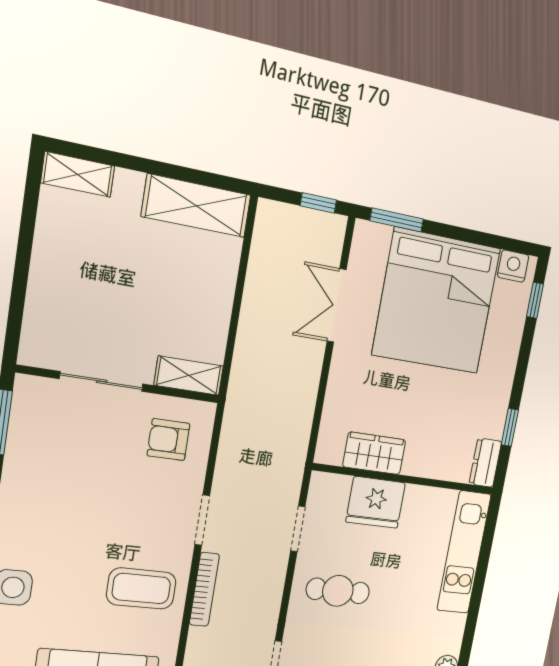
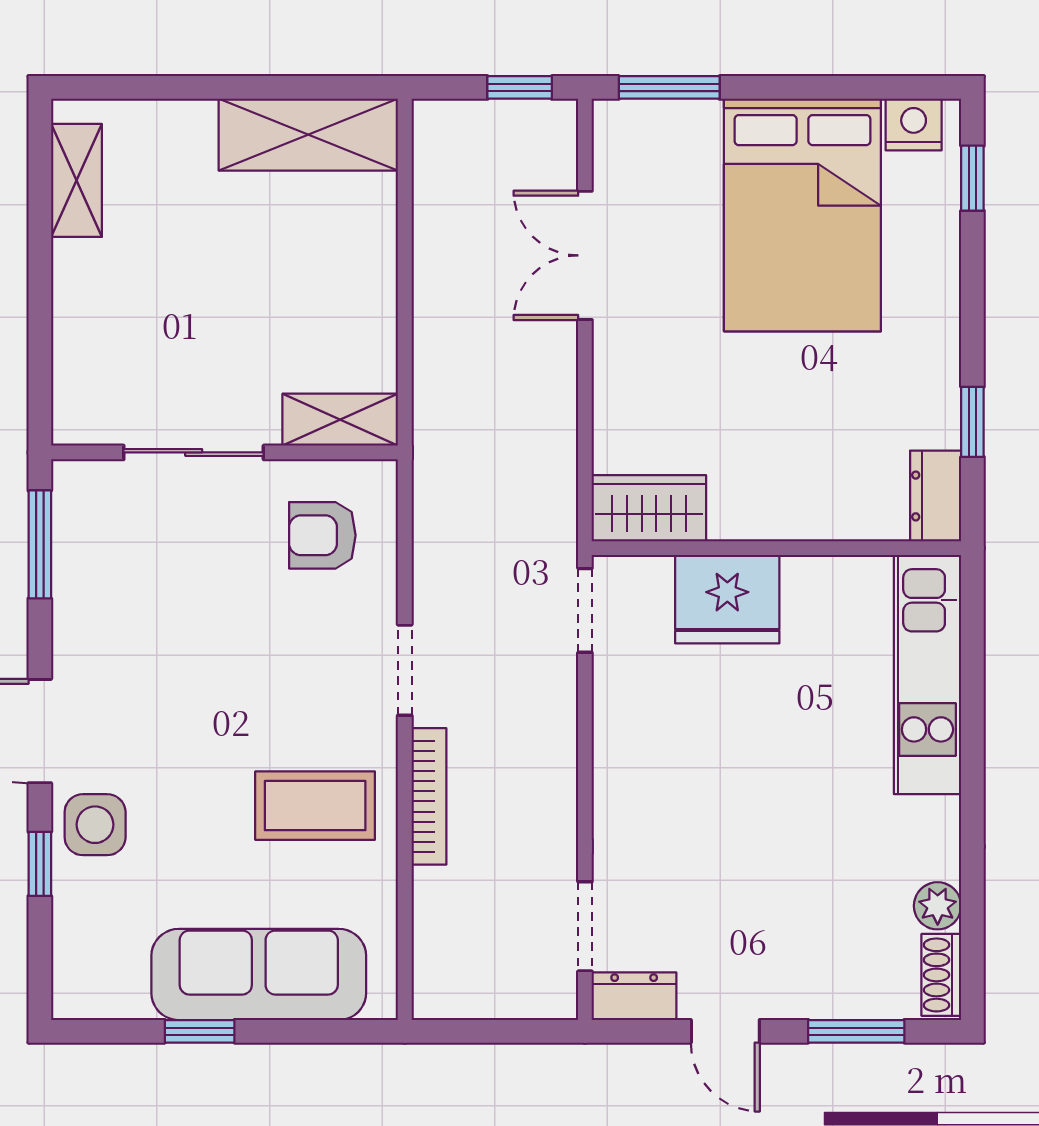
shelving: (78, 174) -> (76, 180), moved, turned 90
bed: (436, 301) -> (802, 215), width x0.73
wardrobe: (374, 453) -> (649, 508), moved
doorway: (298, 529) -> (585, 610), moved
cafe table: (338, 591) -> (684, 775), removed

